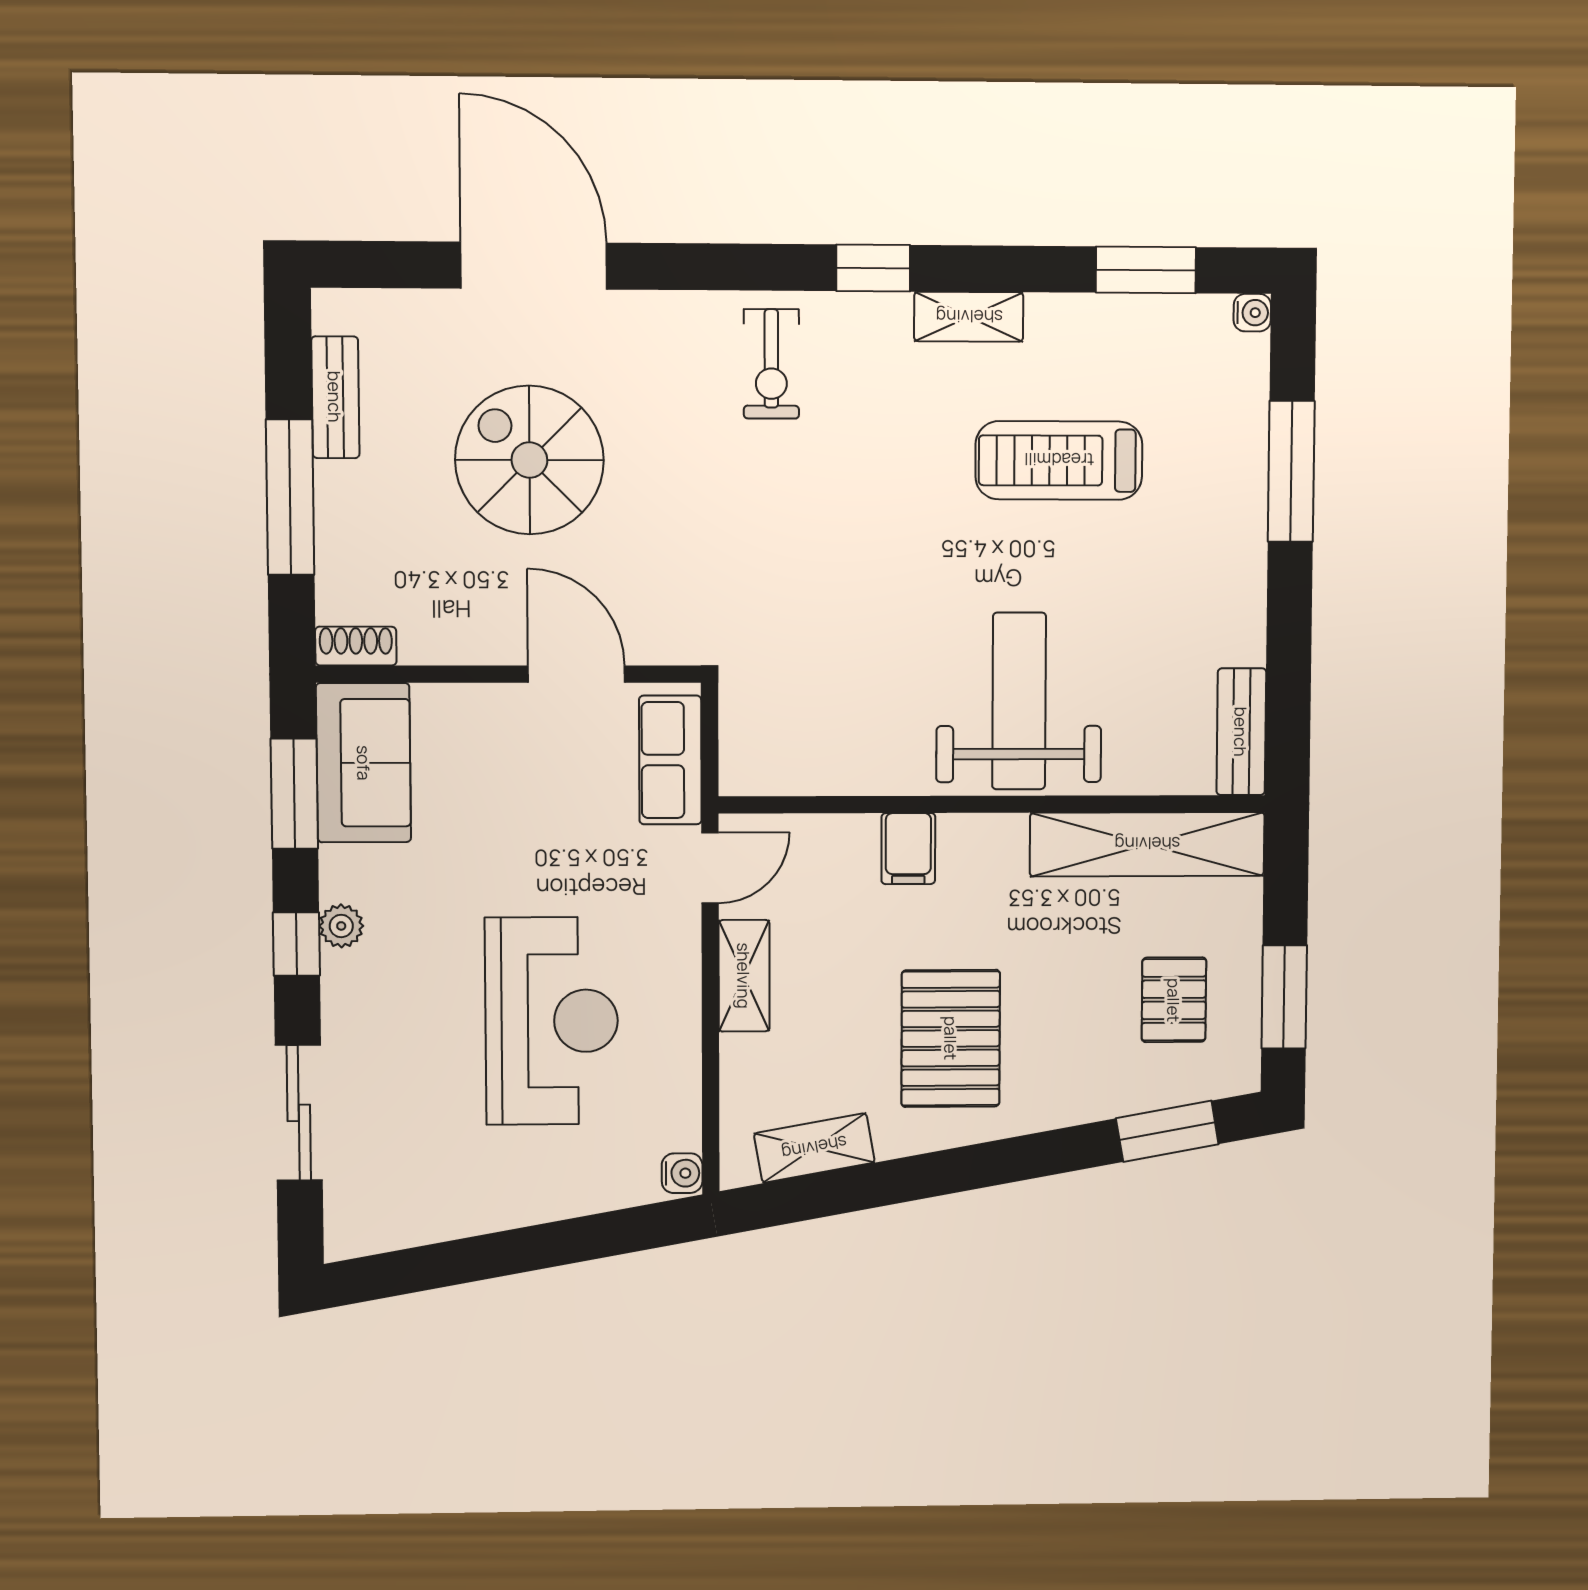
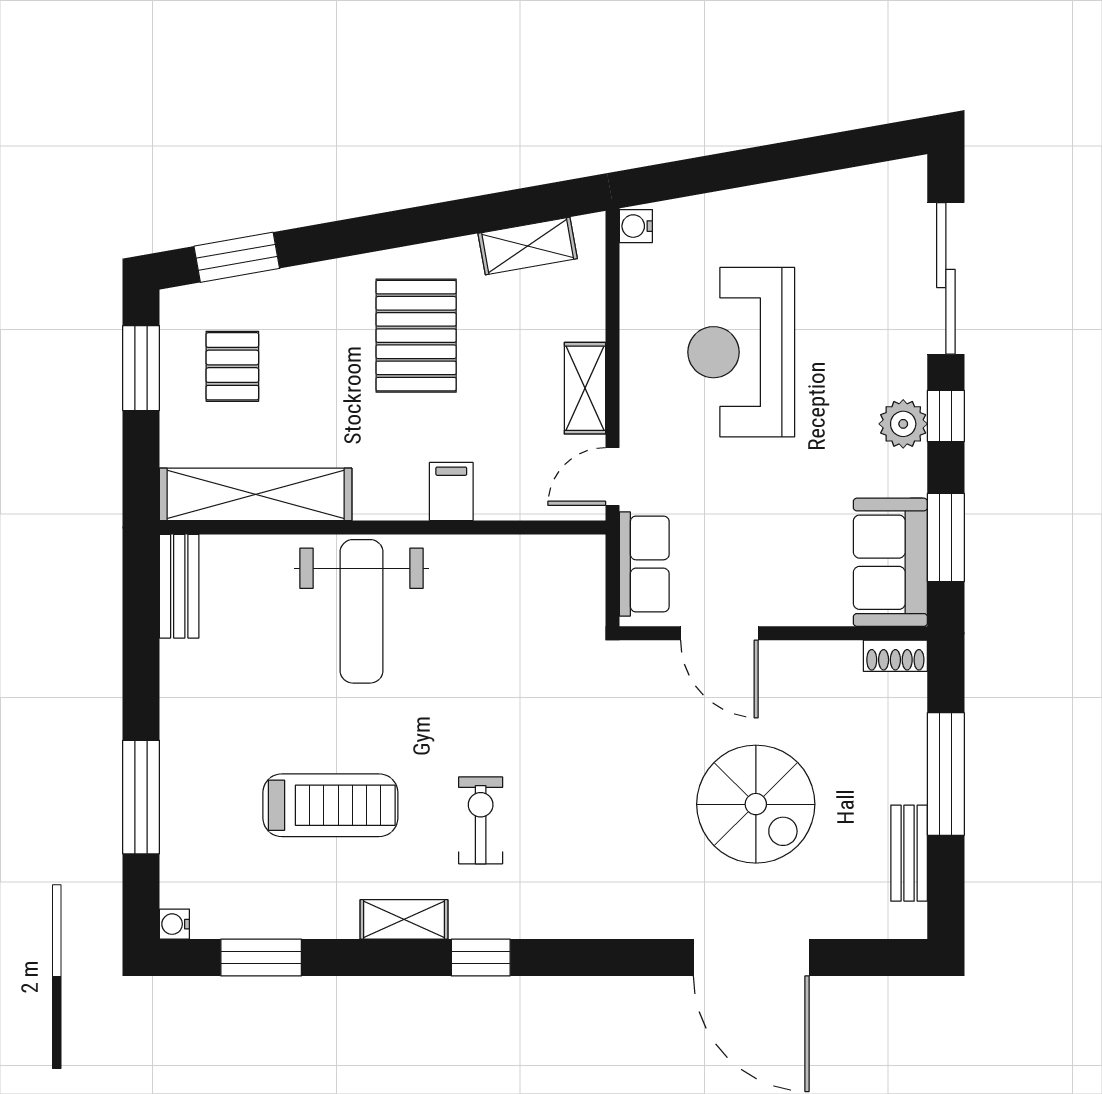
exercise bike: (771, 364) -> (481, 820), moved
plant: (341, 926) -> (903, 424), width x1.38, depth x1.38
sliding door: (299, 1113) -> (946, 278), width x1.37

